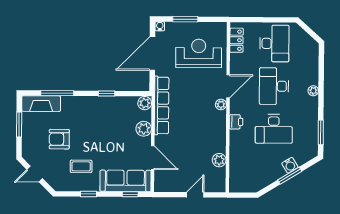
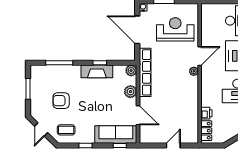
locker: (236, 40) -> (206, 131), moved
door: (152, 54) -> (137, 30), hinge flipped
fireplace: (41, 104) -> (97, 71), moved
printer: (236, 122) -> (206, 113), moved
plant: (219, 160) -> (193, 117), removed
coffee table: (81, 166) -> (66, 130), moved
door: (35, 174) -> (41, 129), hinge flipped

